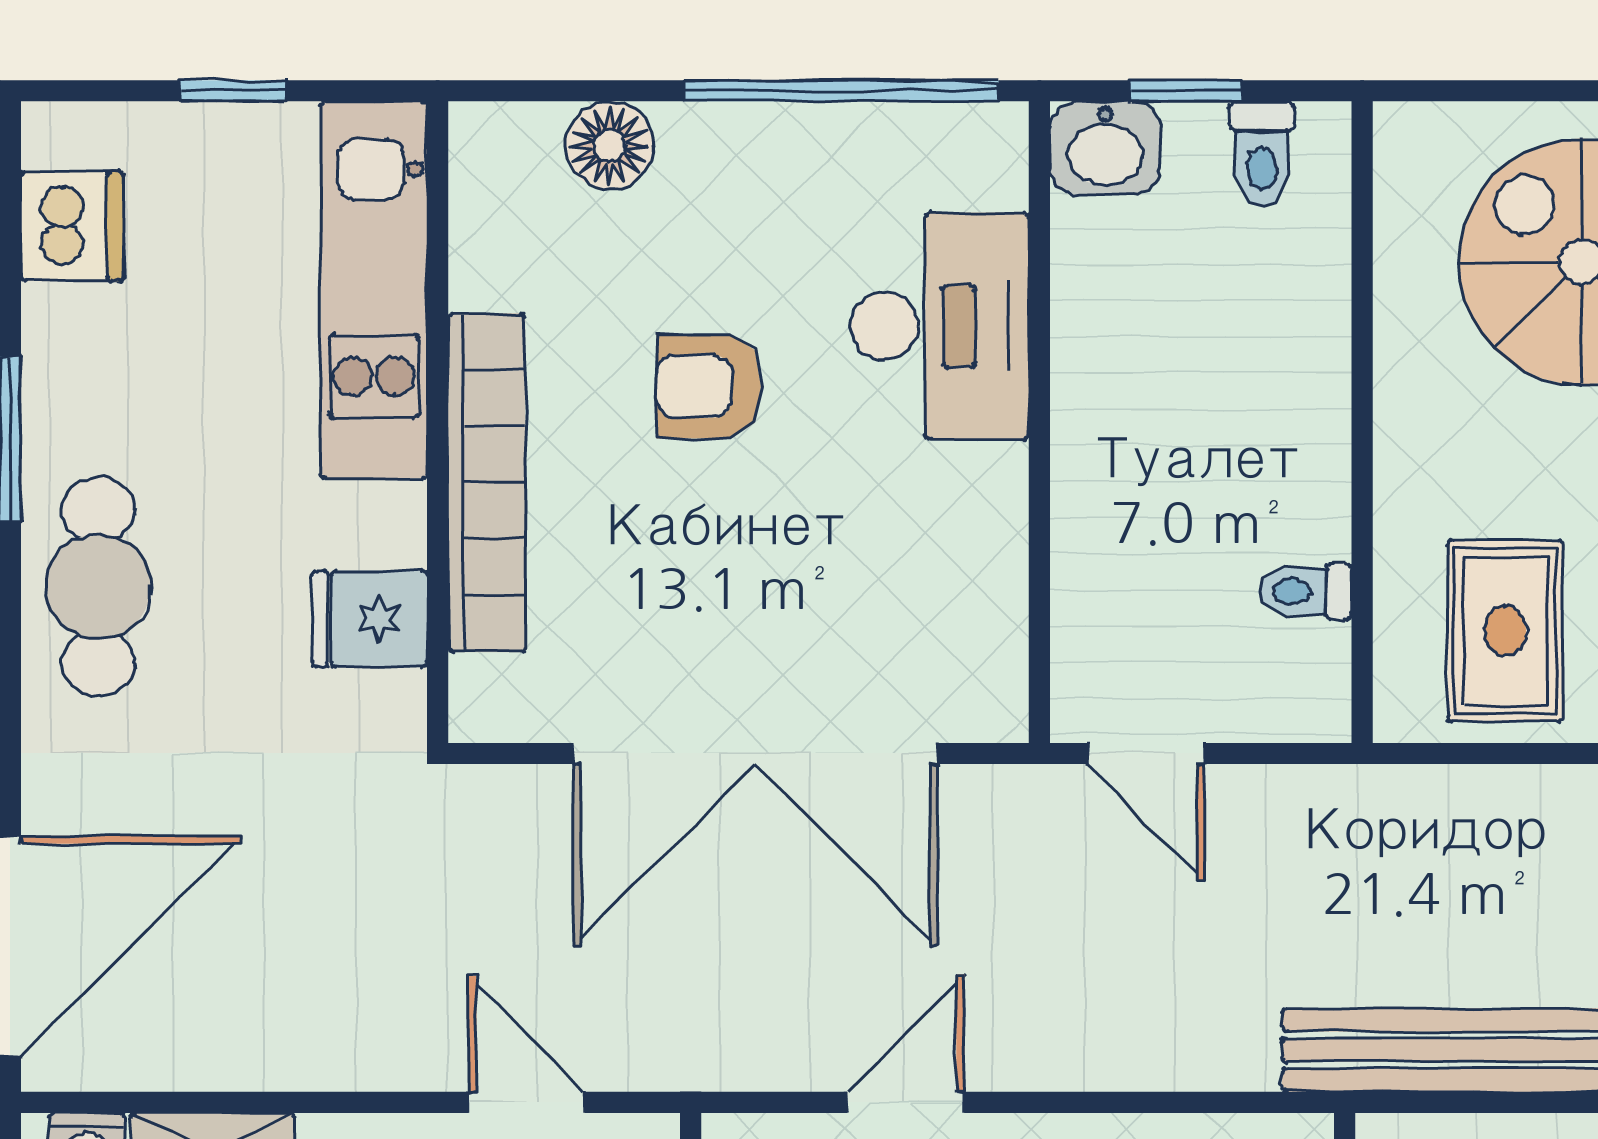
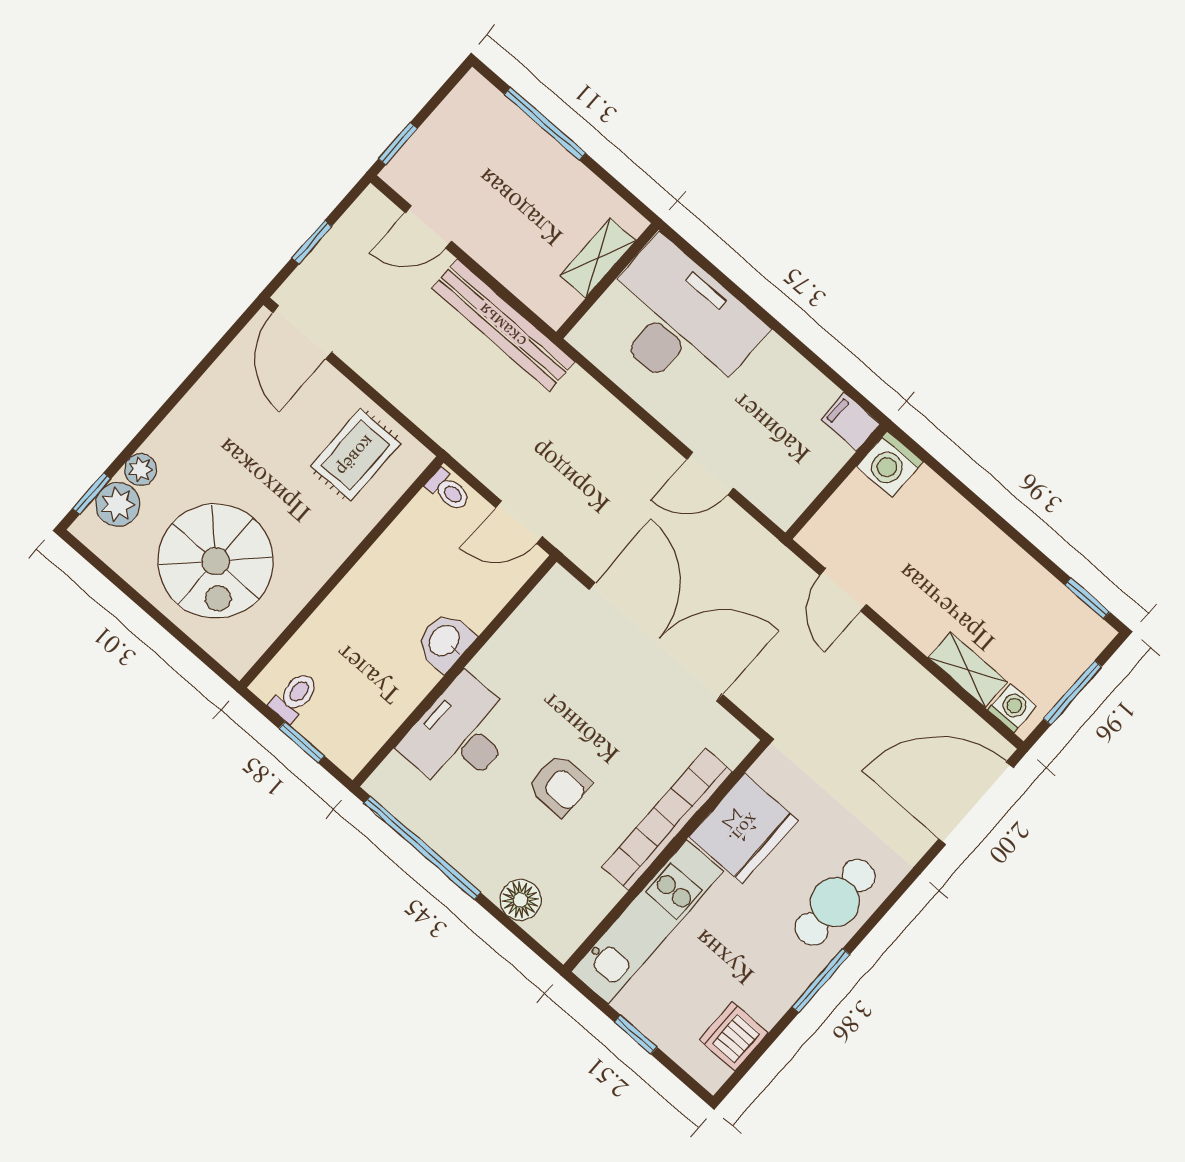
washbasin: (1105, 148) -> (445, 641), moved, turned -90
toilet: (1305, 591) -> (448, 490), moved
fridge: (370, 619) -> (743, 828), width x1.88, depth x1.34
door: (1146, 753) -> (519, 522), swing flipped

